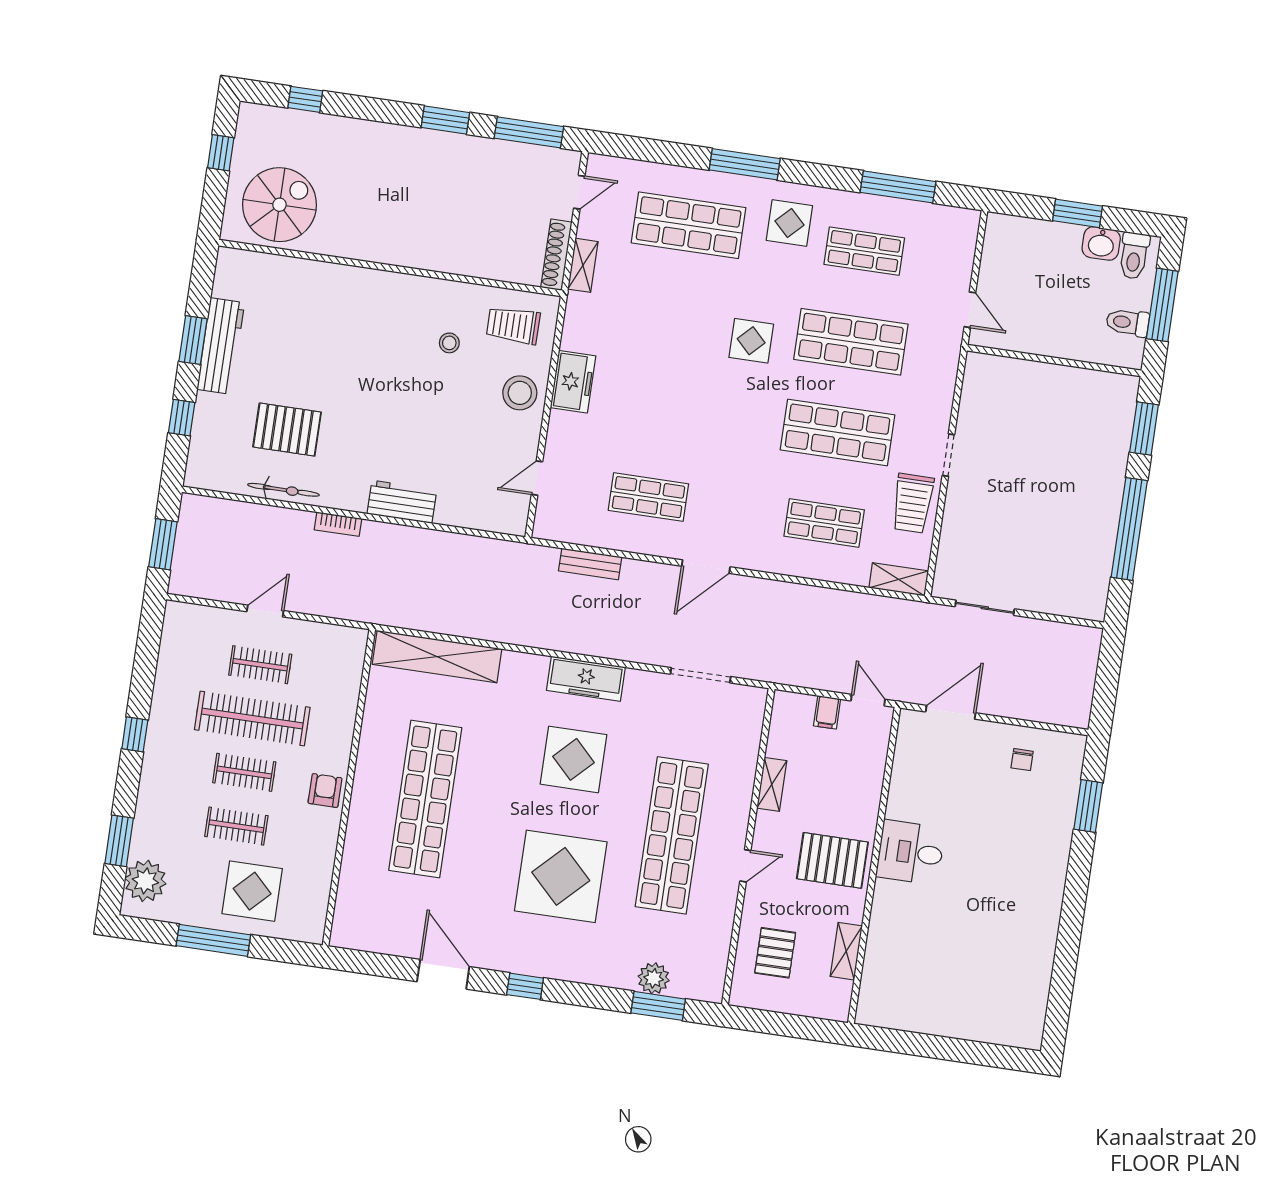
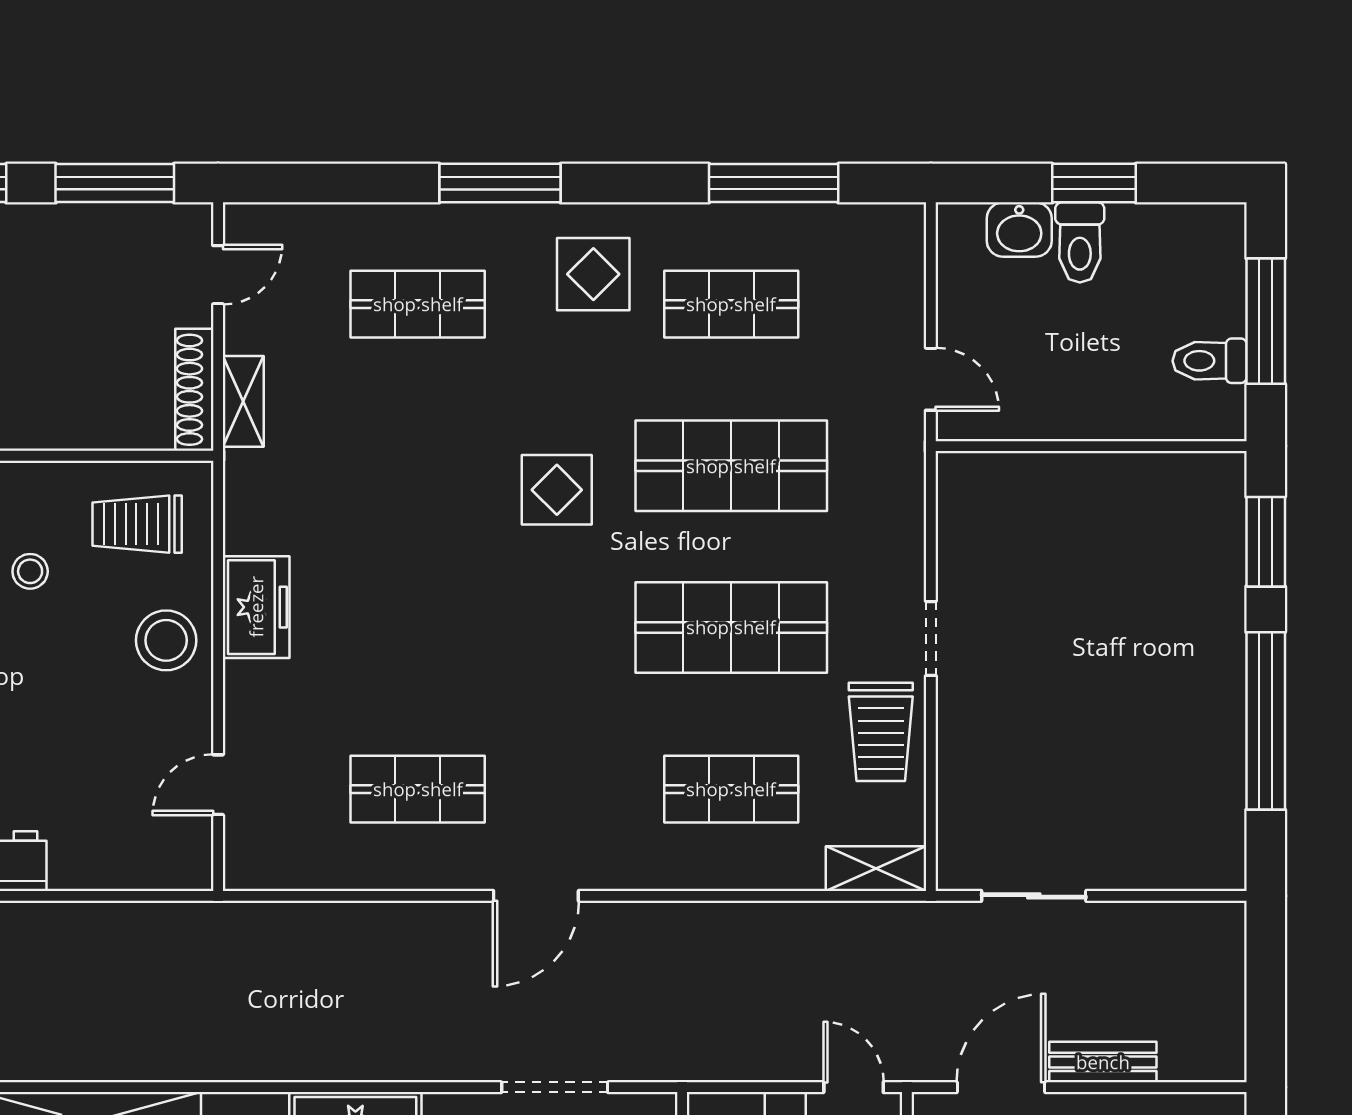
shop shelf: (689, 225) -> (418, 304), width x0.70, depth x0.74
washbasin: (1101, 244) -> (1019, 230), moved
toilet: (1134, 256) -> (1080, 242), moved
bench: (590, 564) -> (1103, 1062), moved

